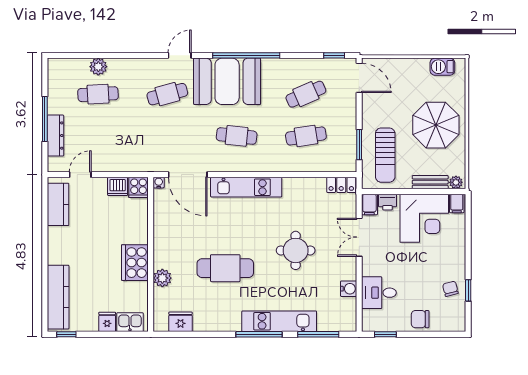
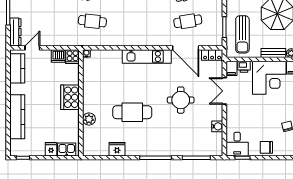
dresser: (55, 136) -> (15, 32), moved
cafe table: (237, 136) -> (92, 21), moved
door: (188, 175) -> (186, 48), moved
cooker: (135, 263) -> (70, 97), moved
desk: (379, 293) -> (237, 144), moved, turned -90
kitchen counter: (58, 297) -> (17, 117), moved
kitchen unit: (279, 321) -> (169, 149), removed
fridge: (181, 322) -> (117, 149), moved

